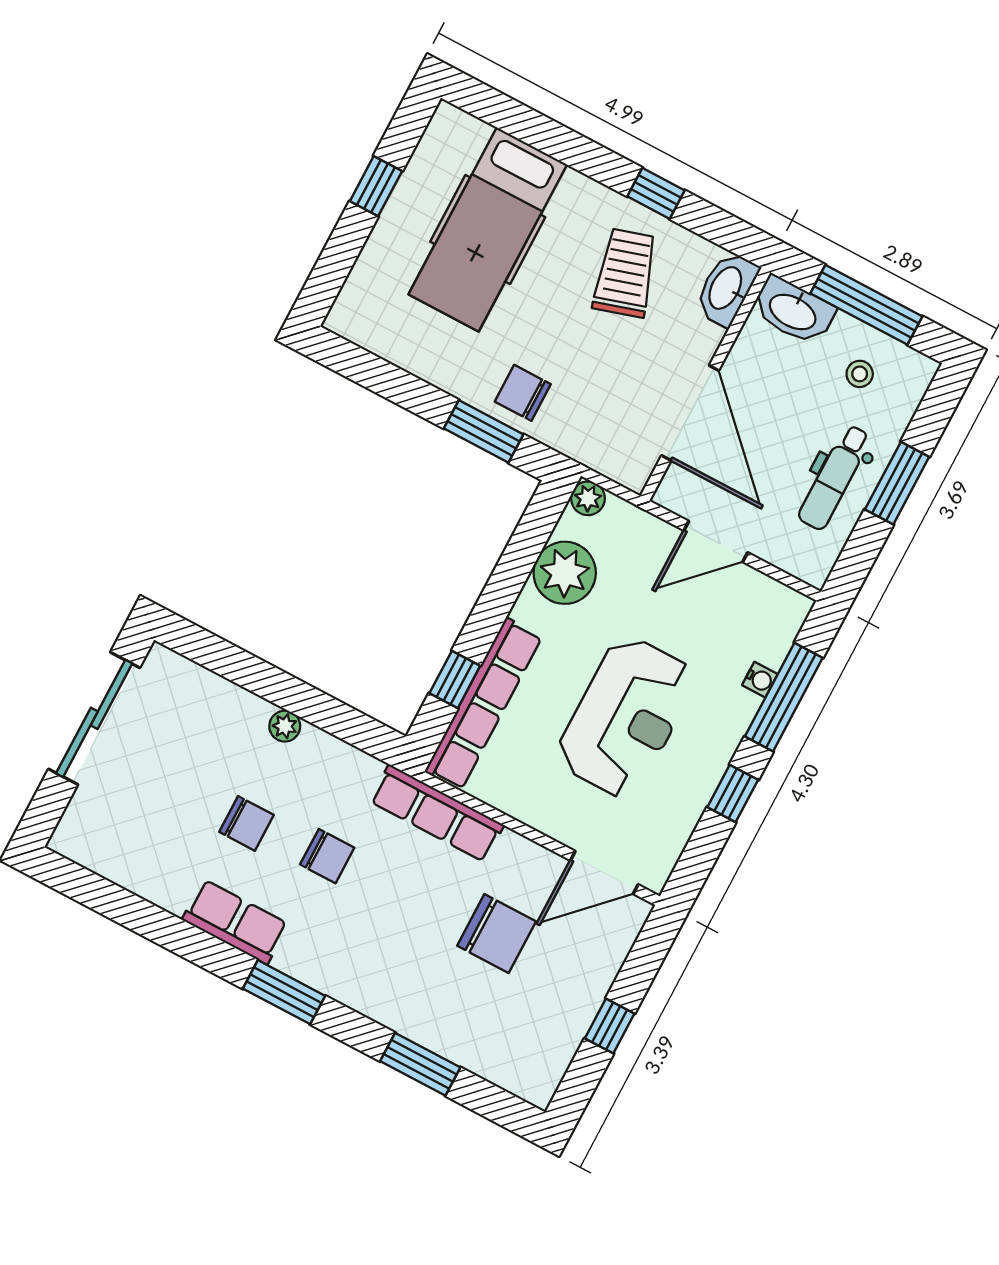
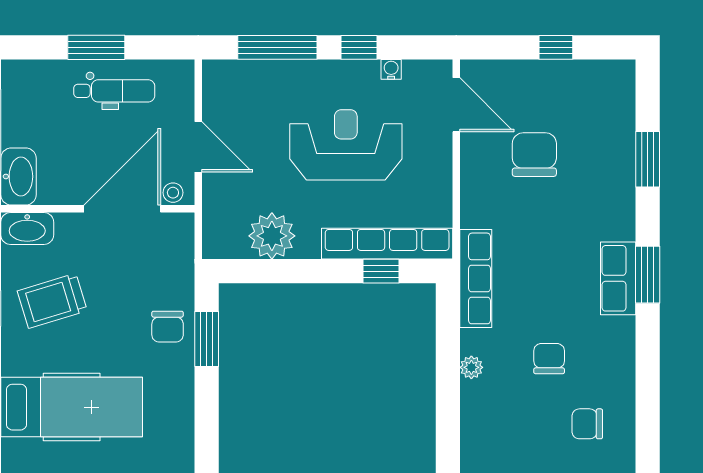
stool: (860, 374) -> (173, 193), moved
plant: (588, 498) -> (214, 247), removed
water cooler: (760, 680) -> (391, 69), moved
row of seats: (437, 813) -> (476, 278), moved
chair: (327, 856) -> (587, 424), moved, turned -90
row of seats: (235, 922) -> (618, 278), moved

